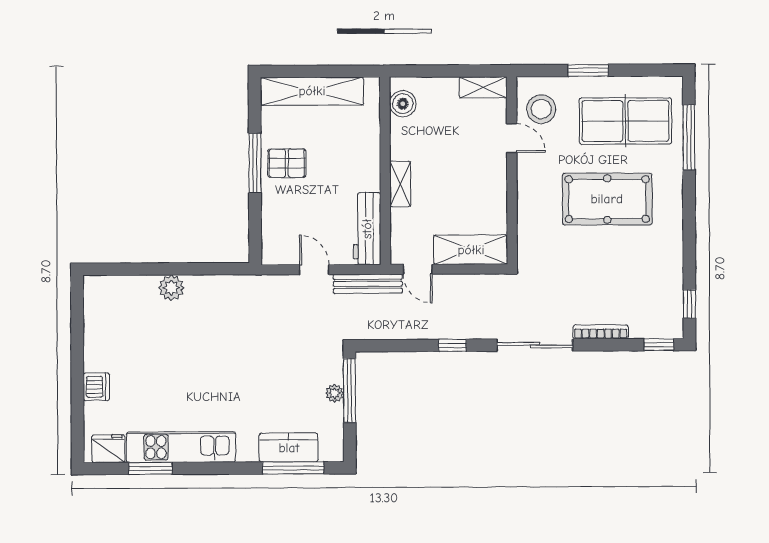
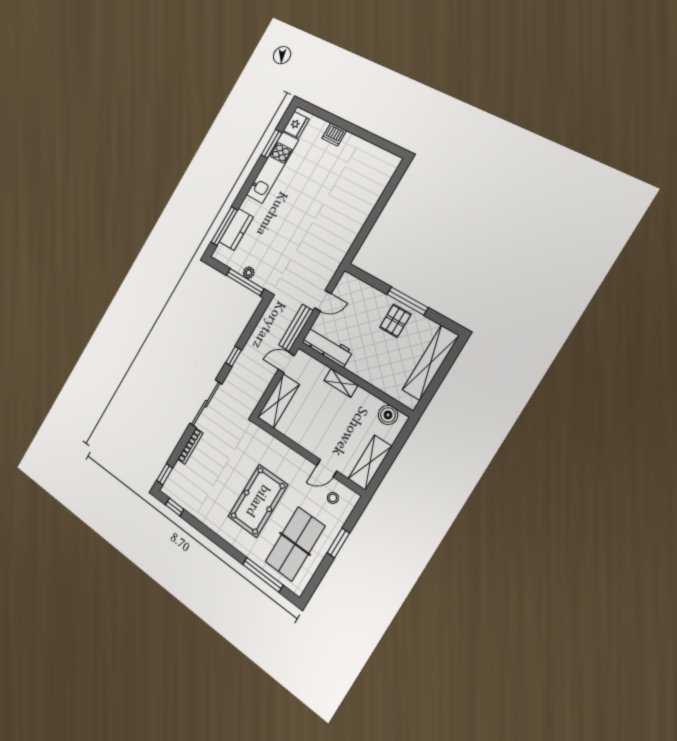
shelving: (483, 87) -> (370, 463), width x1.50, depth x1.33
stool: (541, 109) -> (333, 498), width x0.53, depth x0.53
plant: (171, 288) -> (364, 209), removed

